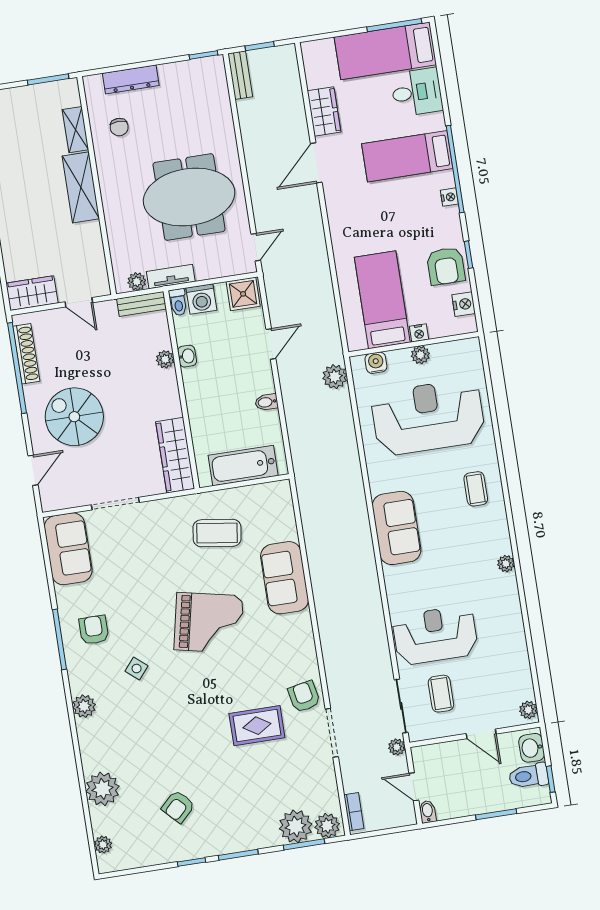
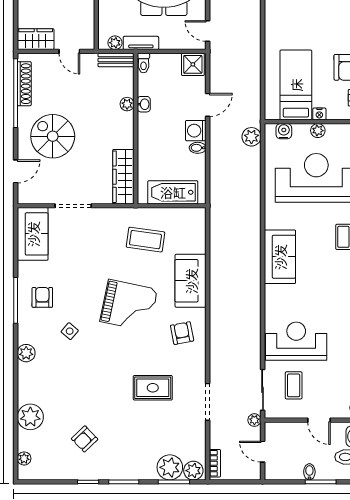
door: (256, 247) -> (208, 31), swing flipped
washing machine: (201, 299) -> (196, 131), moved, turned 90
armchair: (304, 696) -> (182, 333), moved
bidet: (428, 812) -> (309, 472), moved

